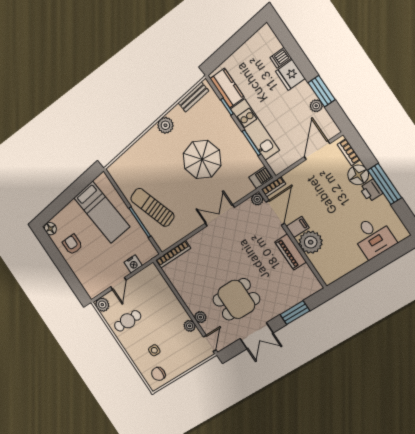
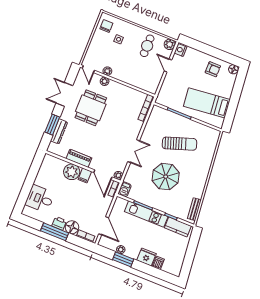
plant: (165, 125) -> (201, 182), removed
sun lounger: (152, 207) -> (179, 144), moved
nightstand: (133, 264) -> (181, 50), moved
dresser: (293, 299) -> (59, 131), added

